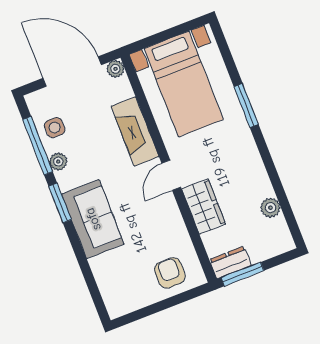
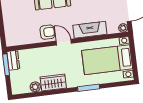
wardrobe: (204, 206) -> (53, 82), moved, turned 180
armchair: (170, 273) -> (47, 32), moved

